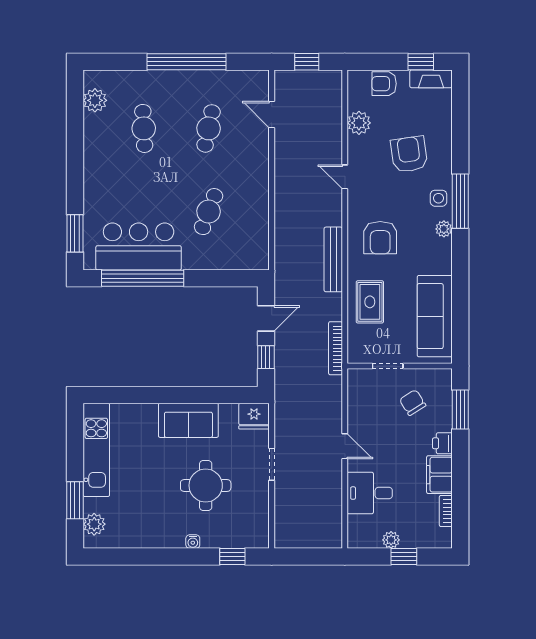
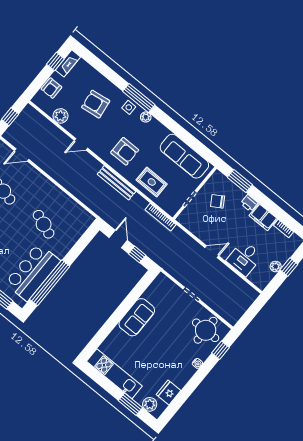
fridge: (254, 416) -> (169, 393), moved, turned 180
round table: (206, 485) -> (206, 330), moved

